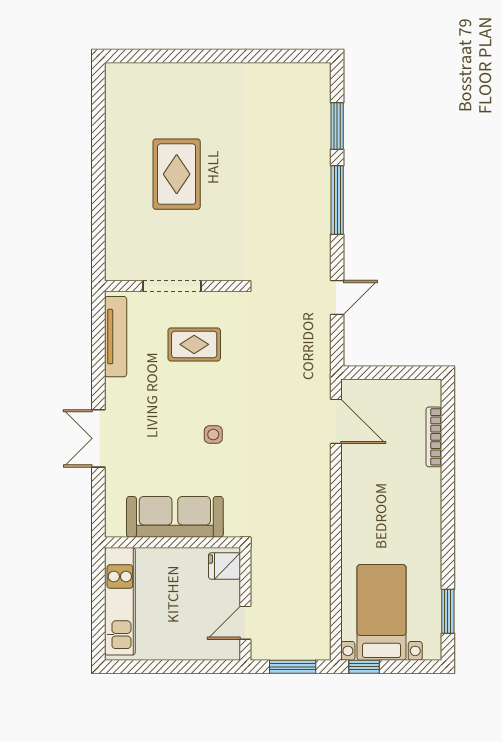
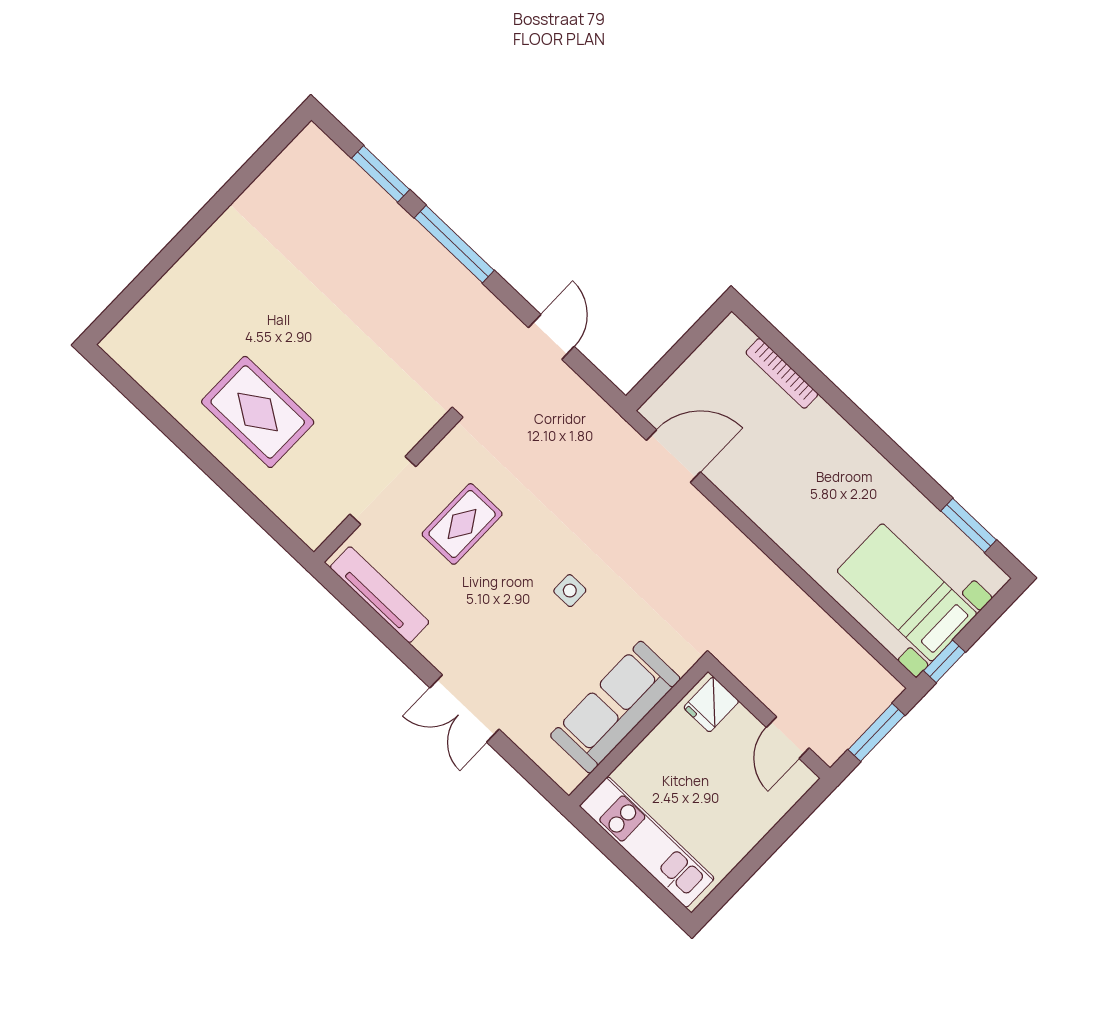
rug: (177, 174) -> (258, 412), moved

